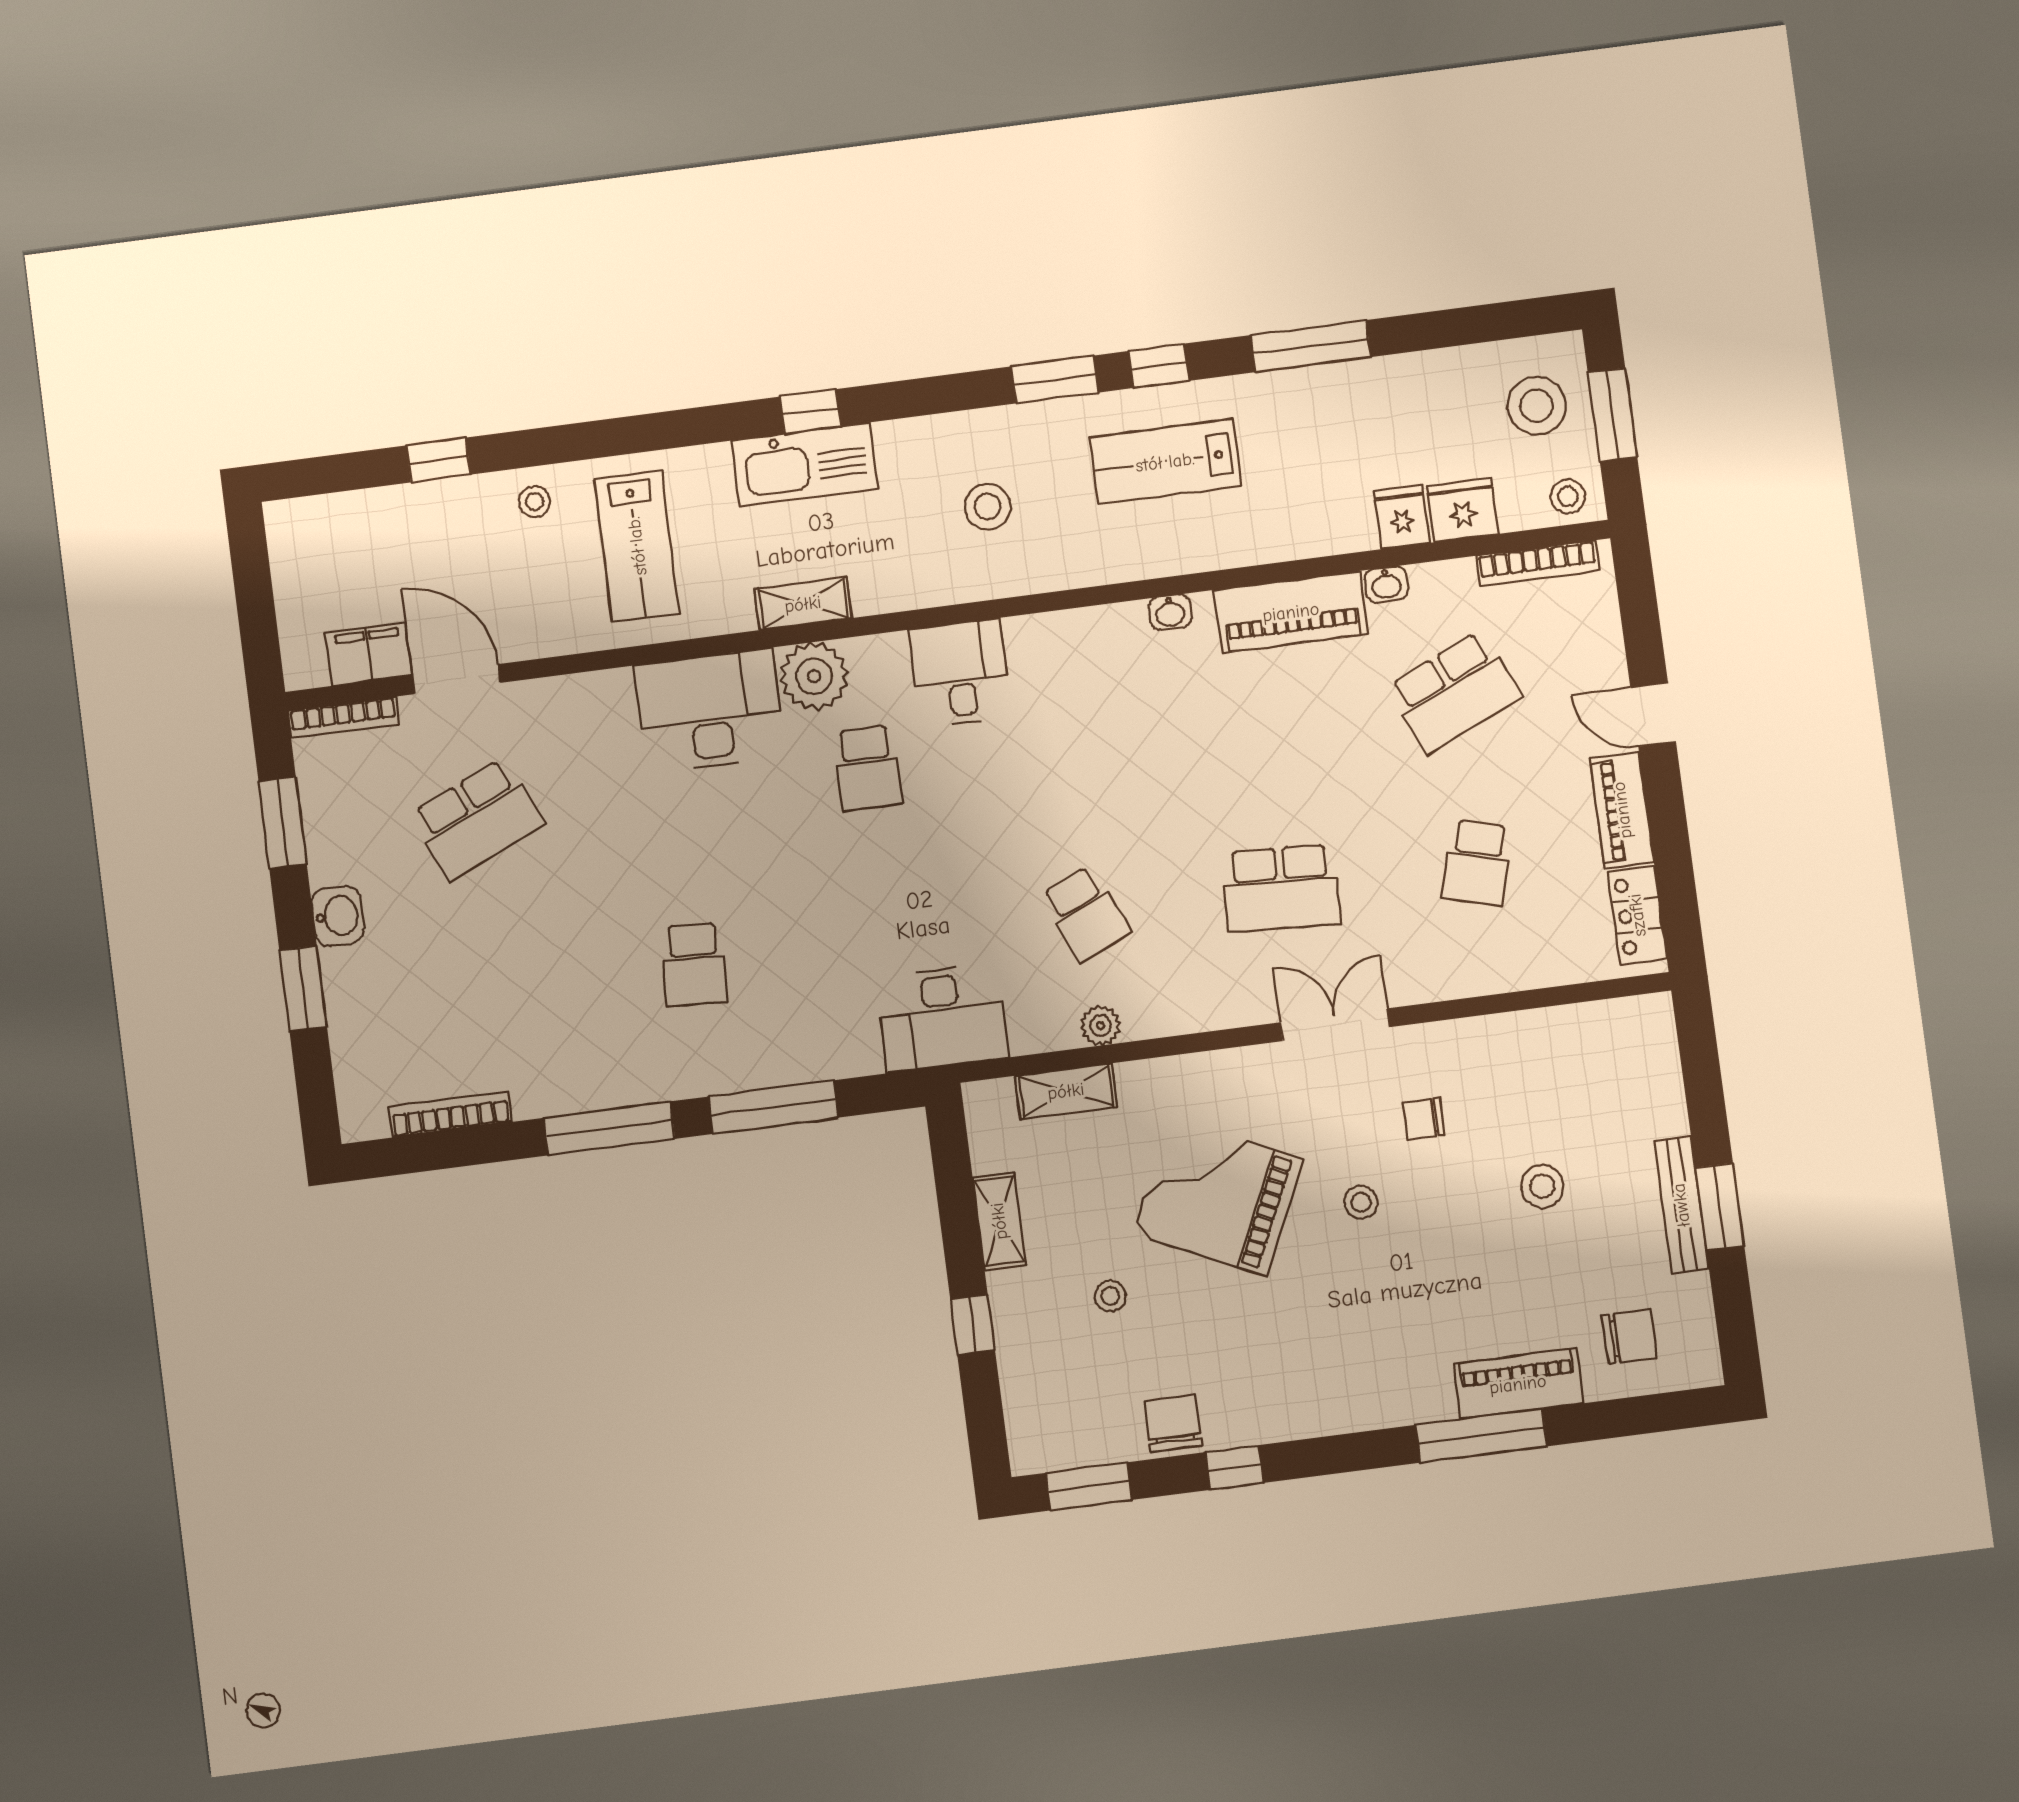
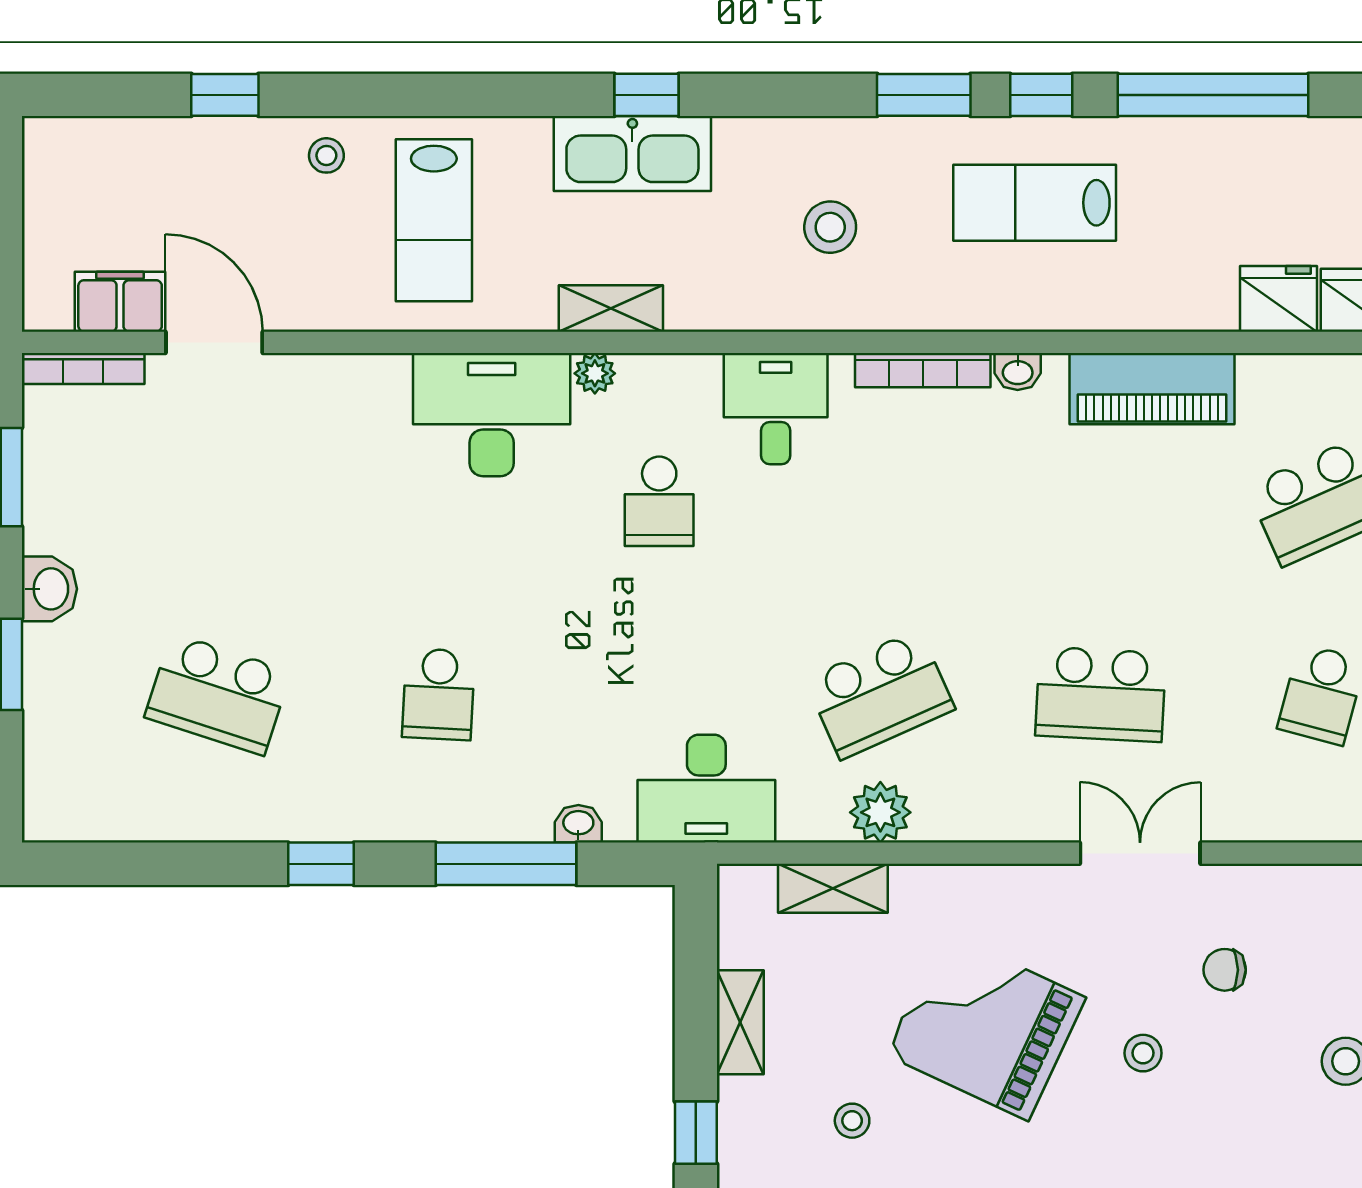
window: (1311, 346) -> (1213, 95), width x1.46
fridge: (1402, 517) -> (1278, 299), width x1.38
washbasin: (1386, 584) -> (578, 824), moved, turned 180
plant: (814, 676) -> (595, 373), width x0.53, depth x0.53
school desk: (477, 819) -> (218, 694), moved, turned 42
school desk: (1085, 914) -> (880, 694), width x1.85
plant: (1100, 1026) -> (880, 812), width x1.38, depth x1.38
bookcase: (450, 1114) -> (923, 370), moved, turned 180
window: (609, 1128) -> (321, 864), width x0.46

